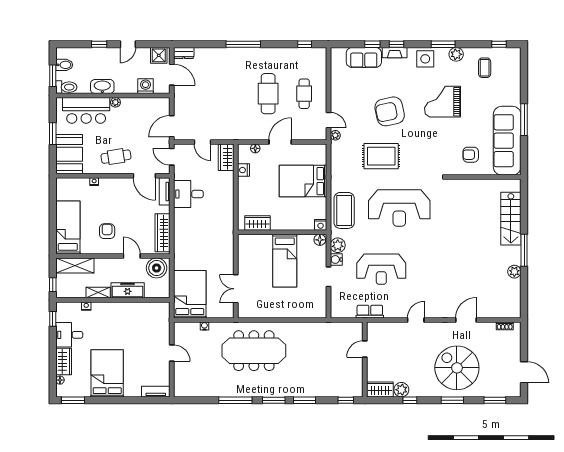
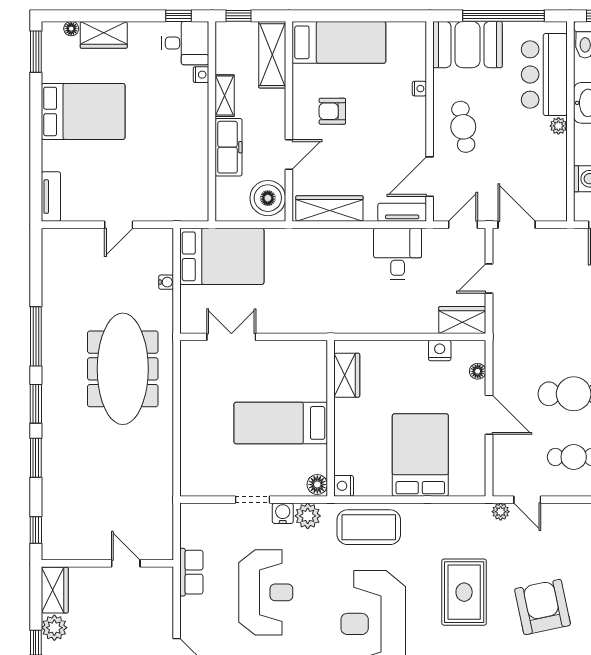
door: (328, 120) -> (527, 500), hinge flipped
window: (53, 134) -> (503, 16), width x2.11
armchair: (107, 231) -> (332, 111), turned 180
reception desk: (381, 269) -> (266, 592), turned 180
desk: (69, 335) -> (185, 43), moved, turned 90

